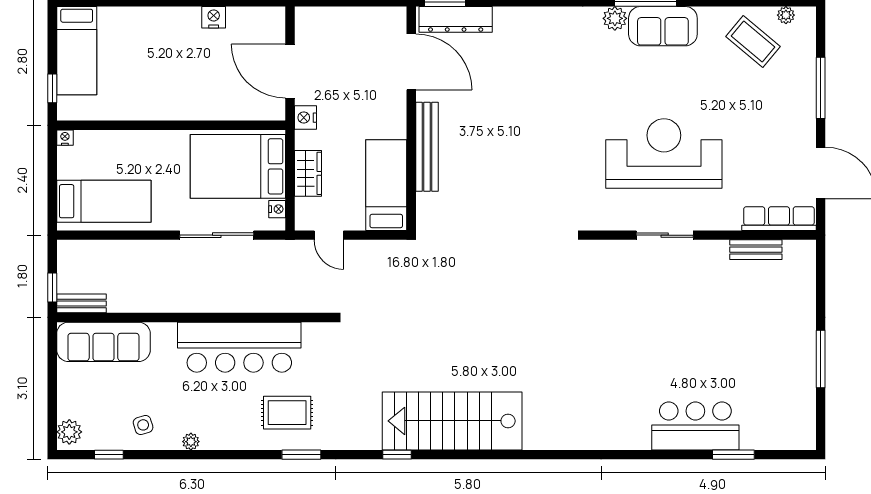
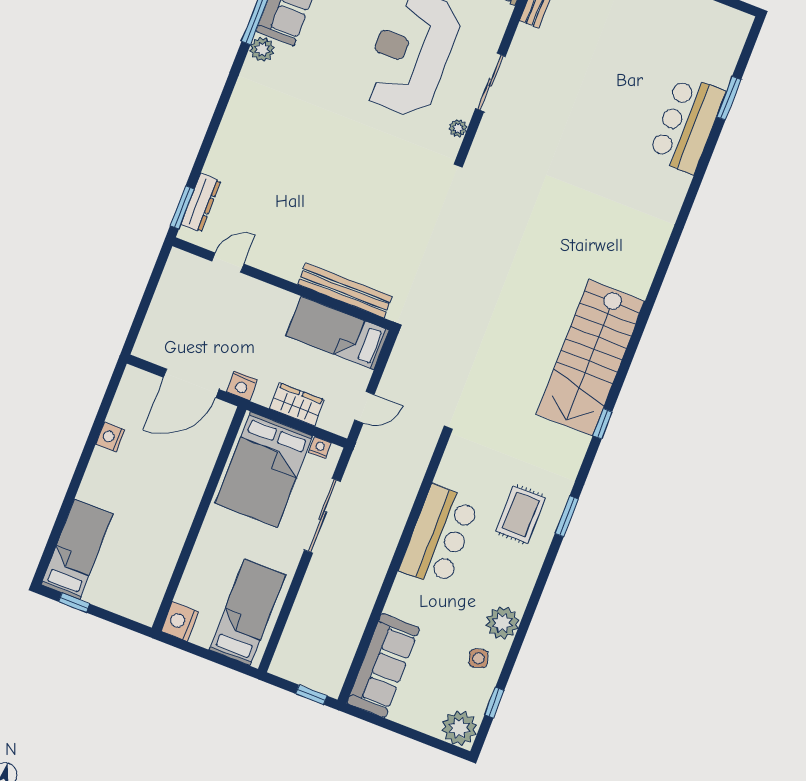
dresser: (456, 19) -> (201, 203), width x0.73, depth x0.80
bed: (77, 51) -> (77, 549), moved, turned -90
door: (411, 62) -> (228, 263), width x0.53
window: (52, 88) -> (74, 603), moved
nightstand: (65, 138) -> (180, 621), width x1.89, depth x1.79
bench: (427, 147) -> (345, 290), moved
plant: (612, 222) -> (458, 128), added
bench: (81, 303) -> (338, 672), removed
bar counter: (239, 347) -> (439, 536), width x0.73
plant: (69, 432) -> (459, 728), width x1.36, depth x1.36
plant: (191, 442) -> (502, 623), width x1.88, depth x1.88

